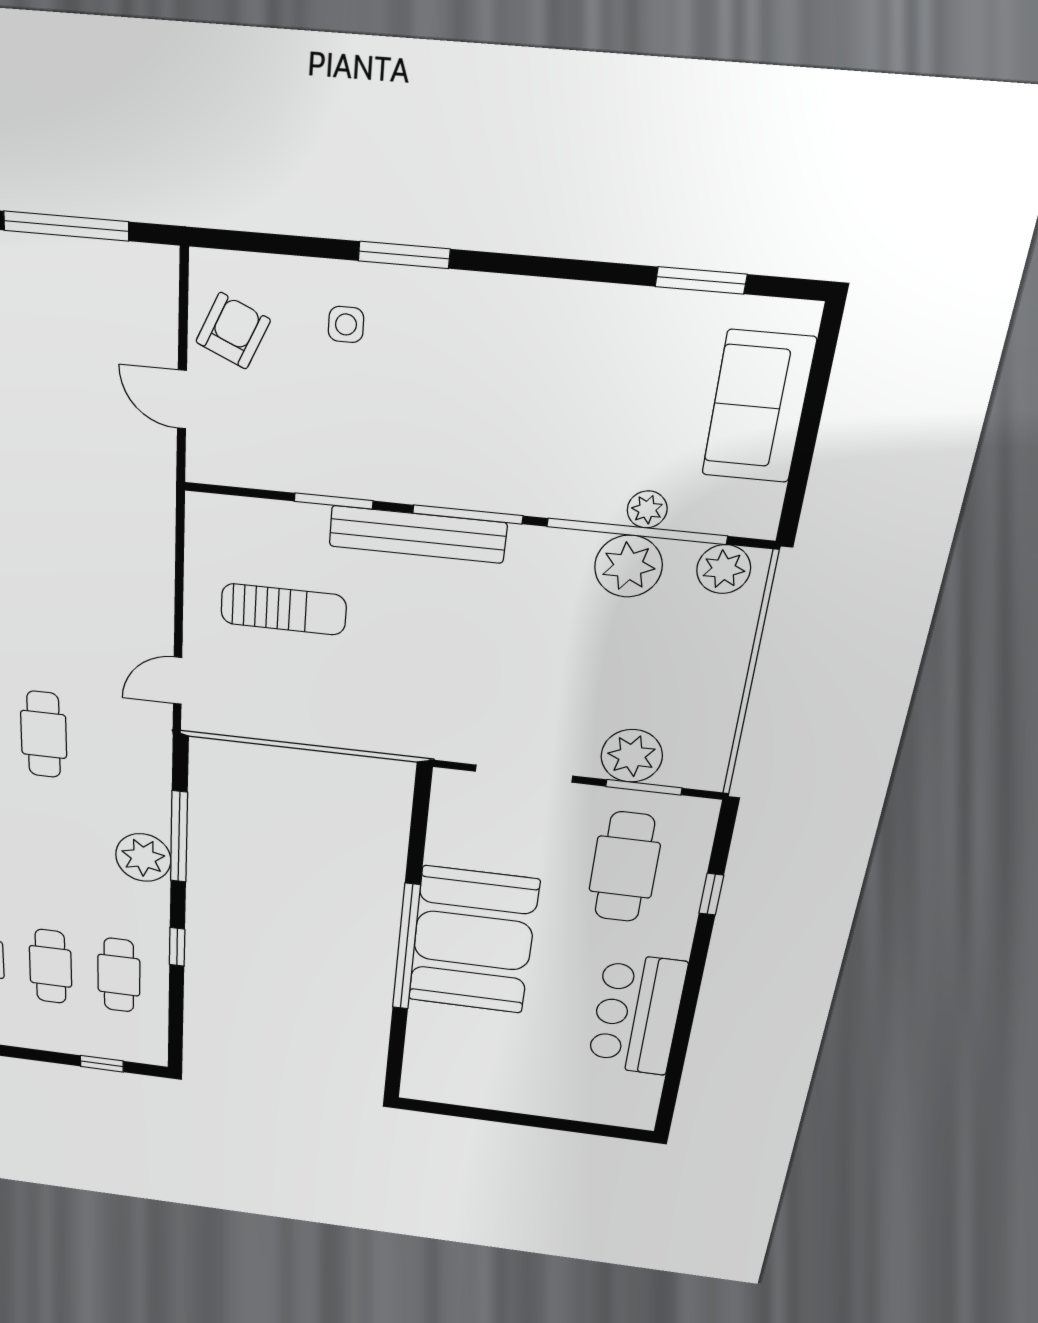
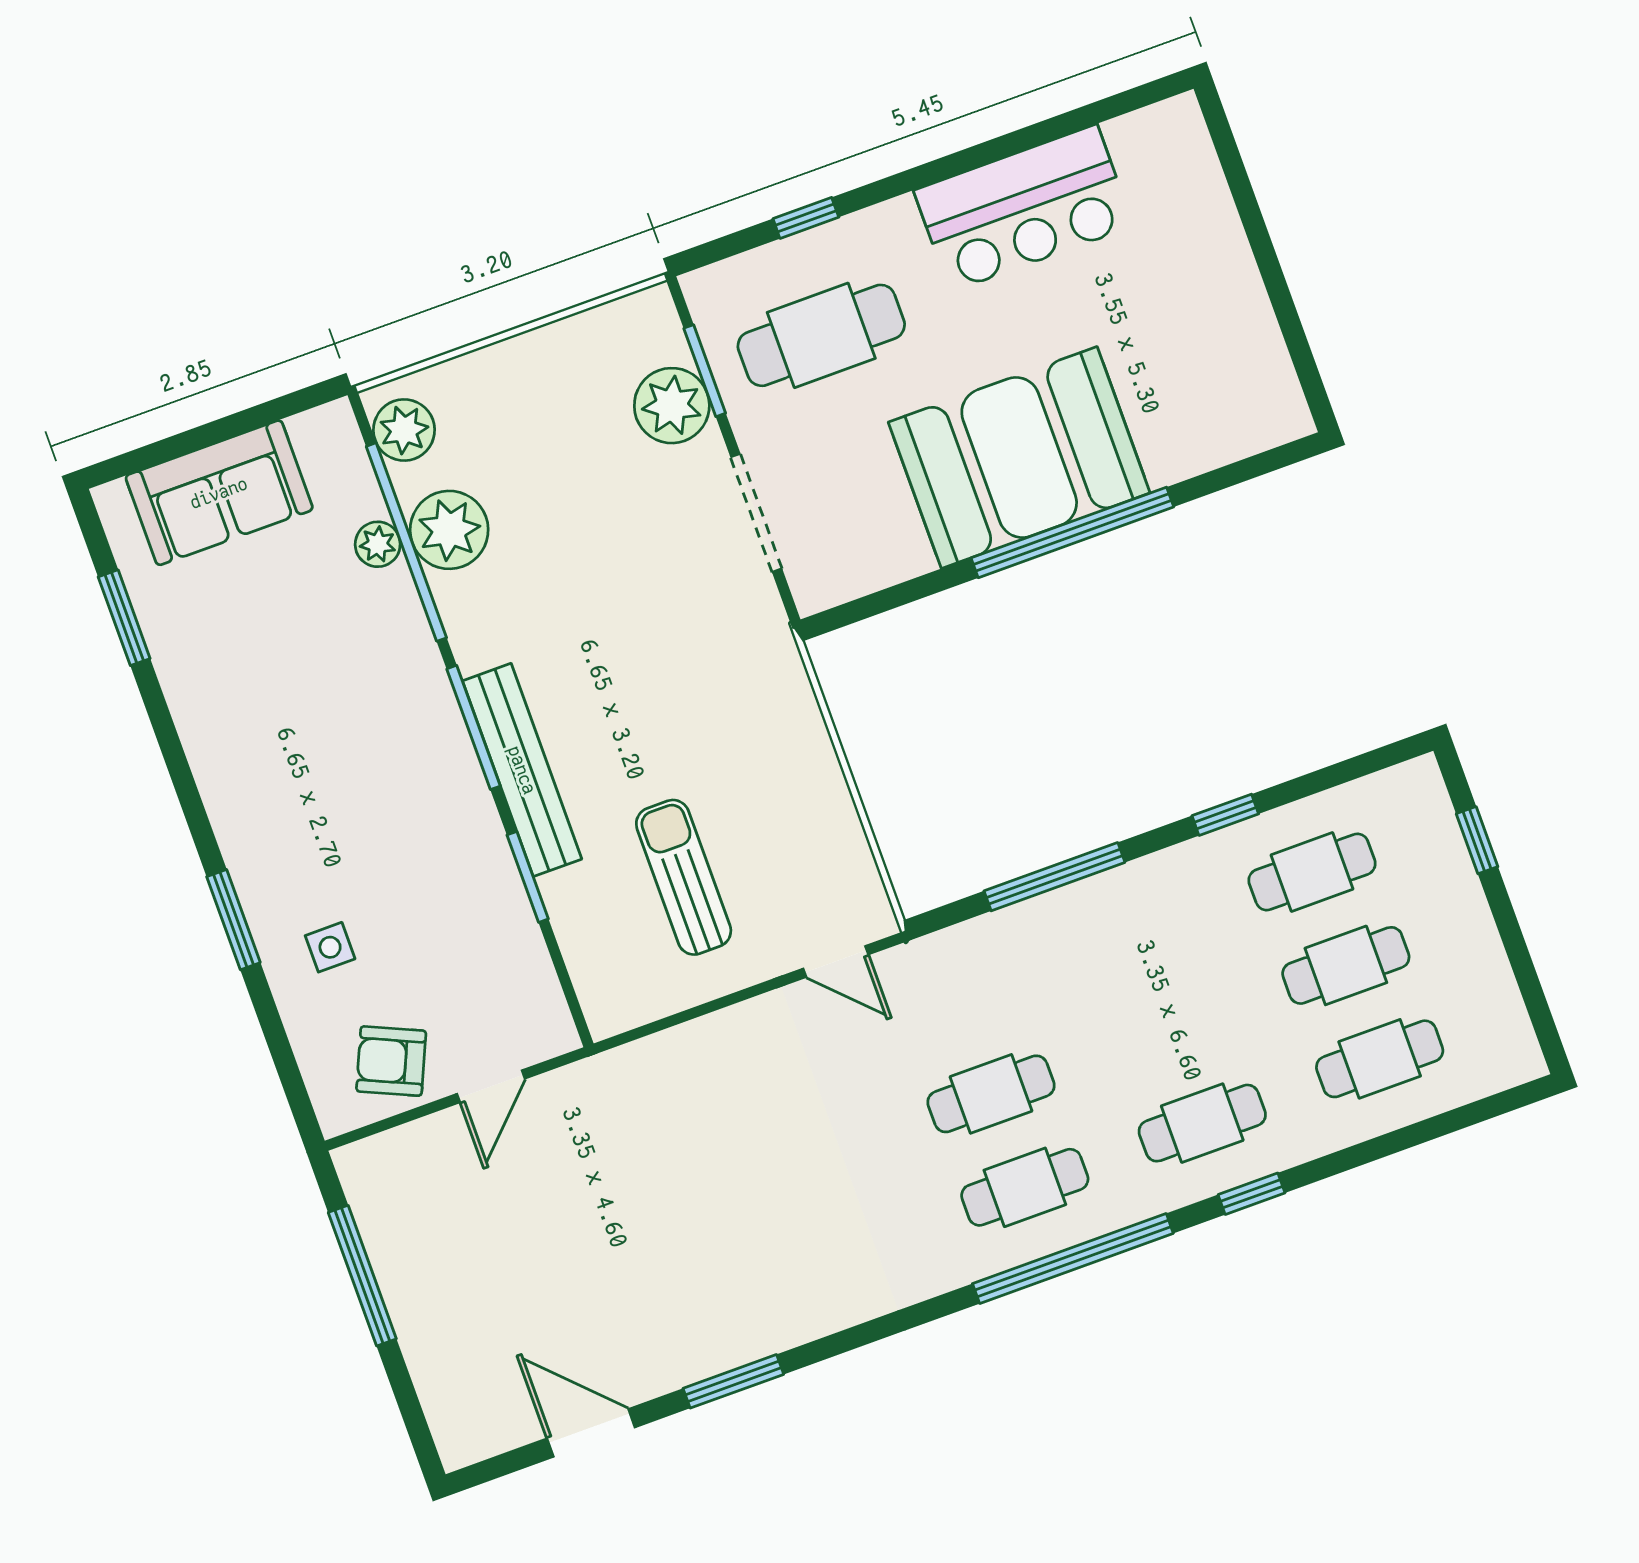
plant: (143, 858) -> (1109, 909), removed

